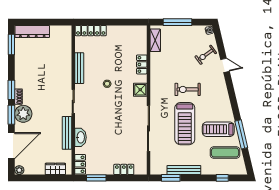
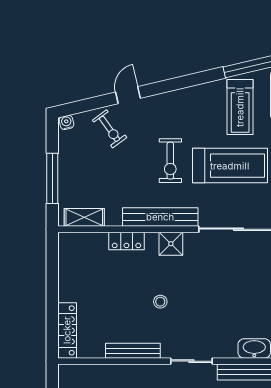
bench: (155, 84) -> (160, 217), added

